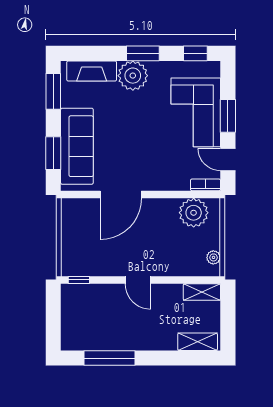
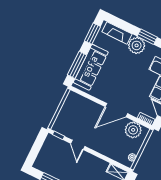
window: (53, 153) -> (77, 65), width x1.44
door: (121, 195) -> (116, 110), moved
door: (138, 280) -> (78, 145), moved

